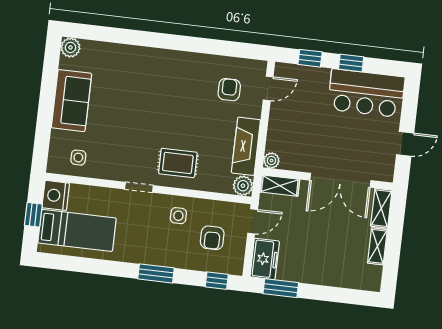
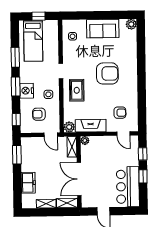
armchair: (155, 103) -> (107, 73), added
nightstand: (56, 195) -> (27, 91), moved, turned -90
freezer: (265, 259) -> (28, 183), moved, turned -90
window: (103, 267) -> (15, 57), added

